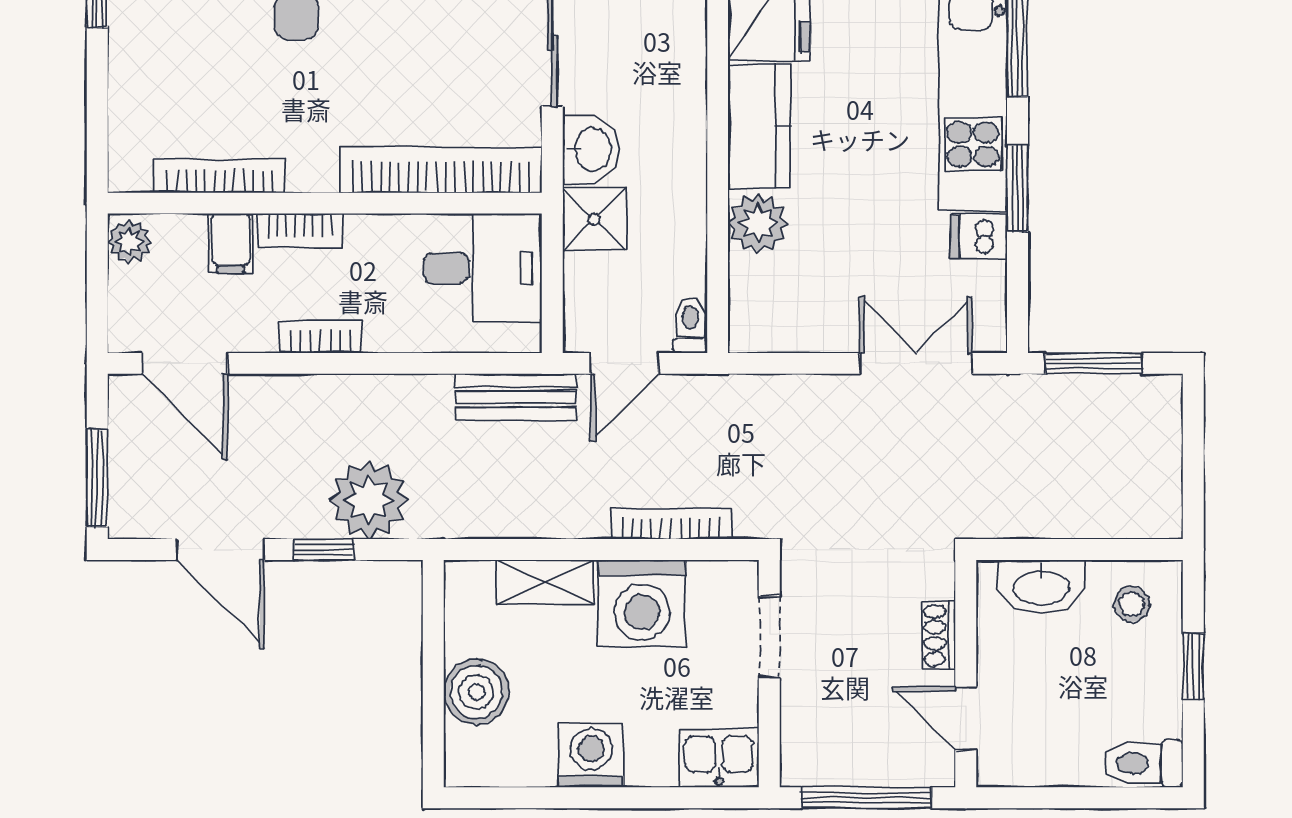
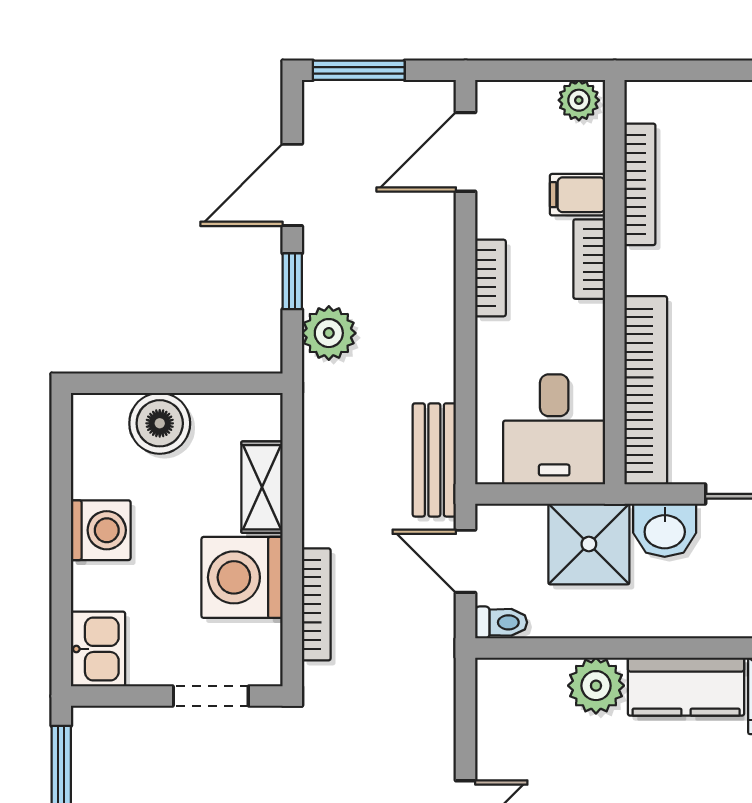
shower: (594, 219) -> (589, 544), width x1.36, depth x1.36
plant: (369, 500) -> (329, 333), width x0.73, depth x0.73

